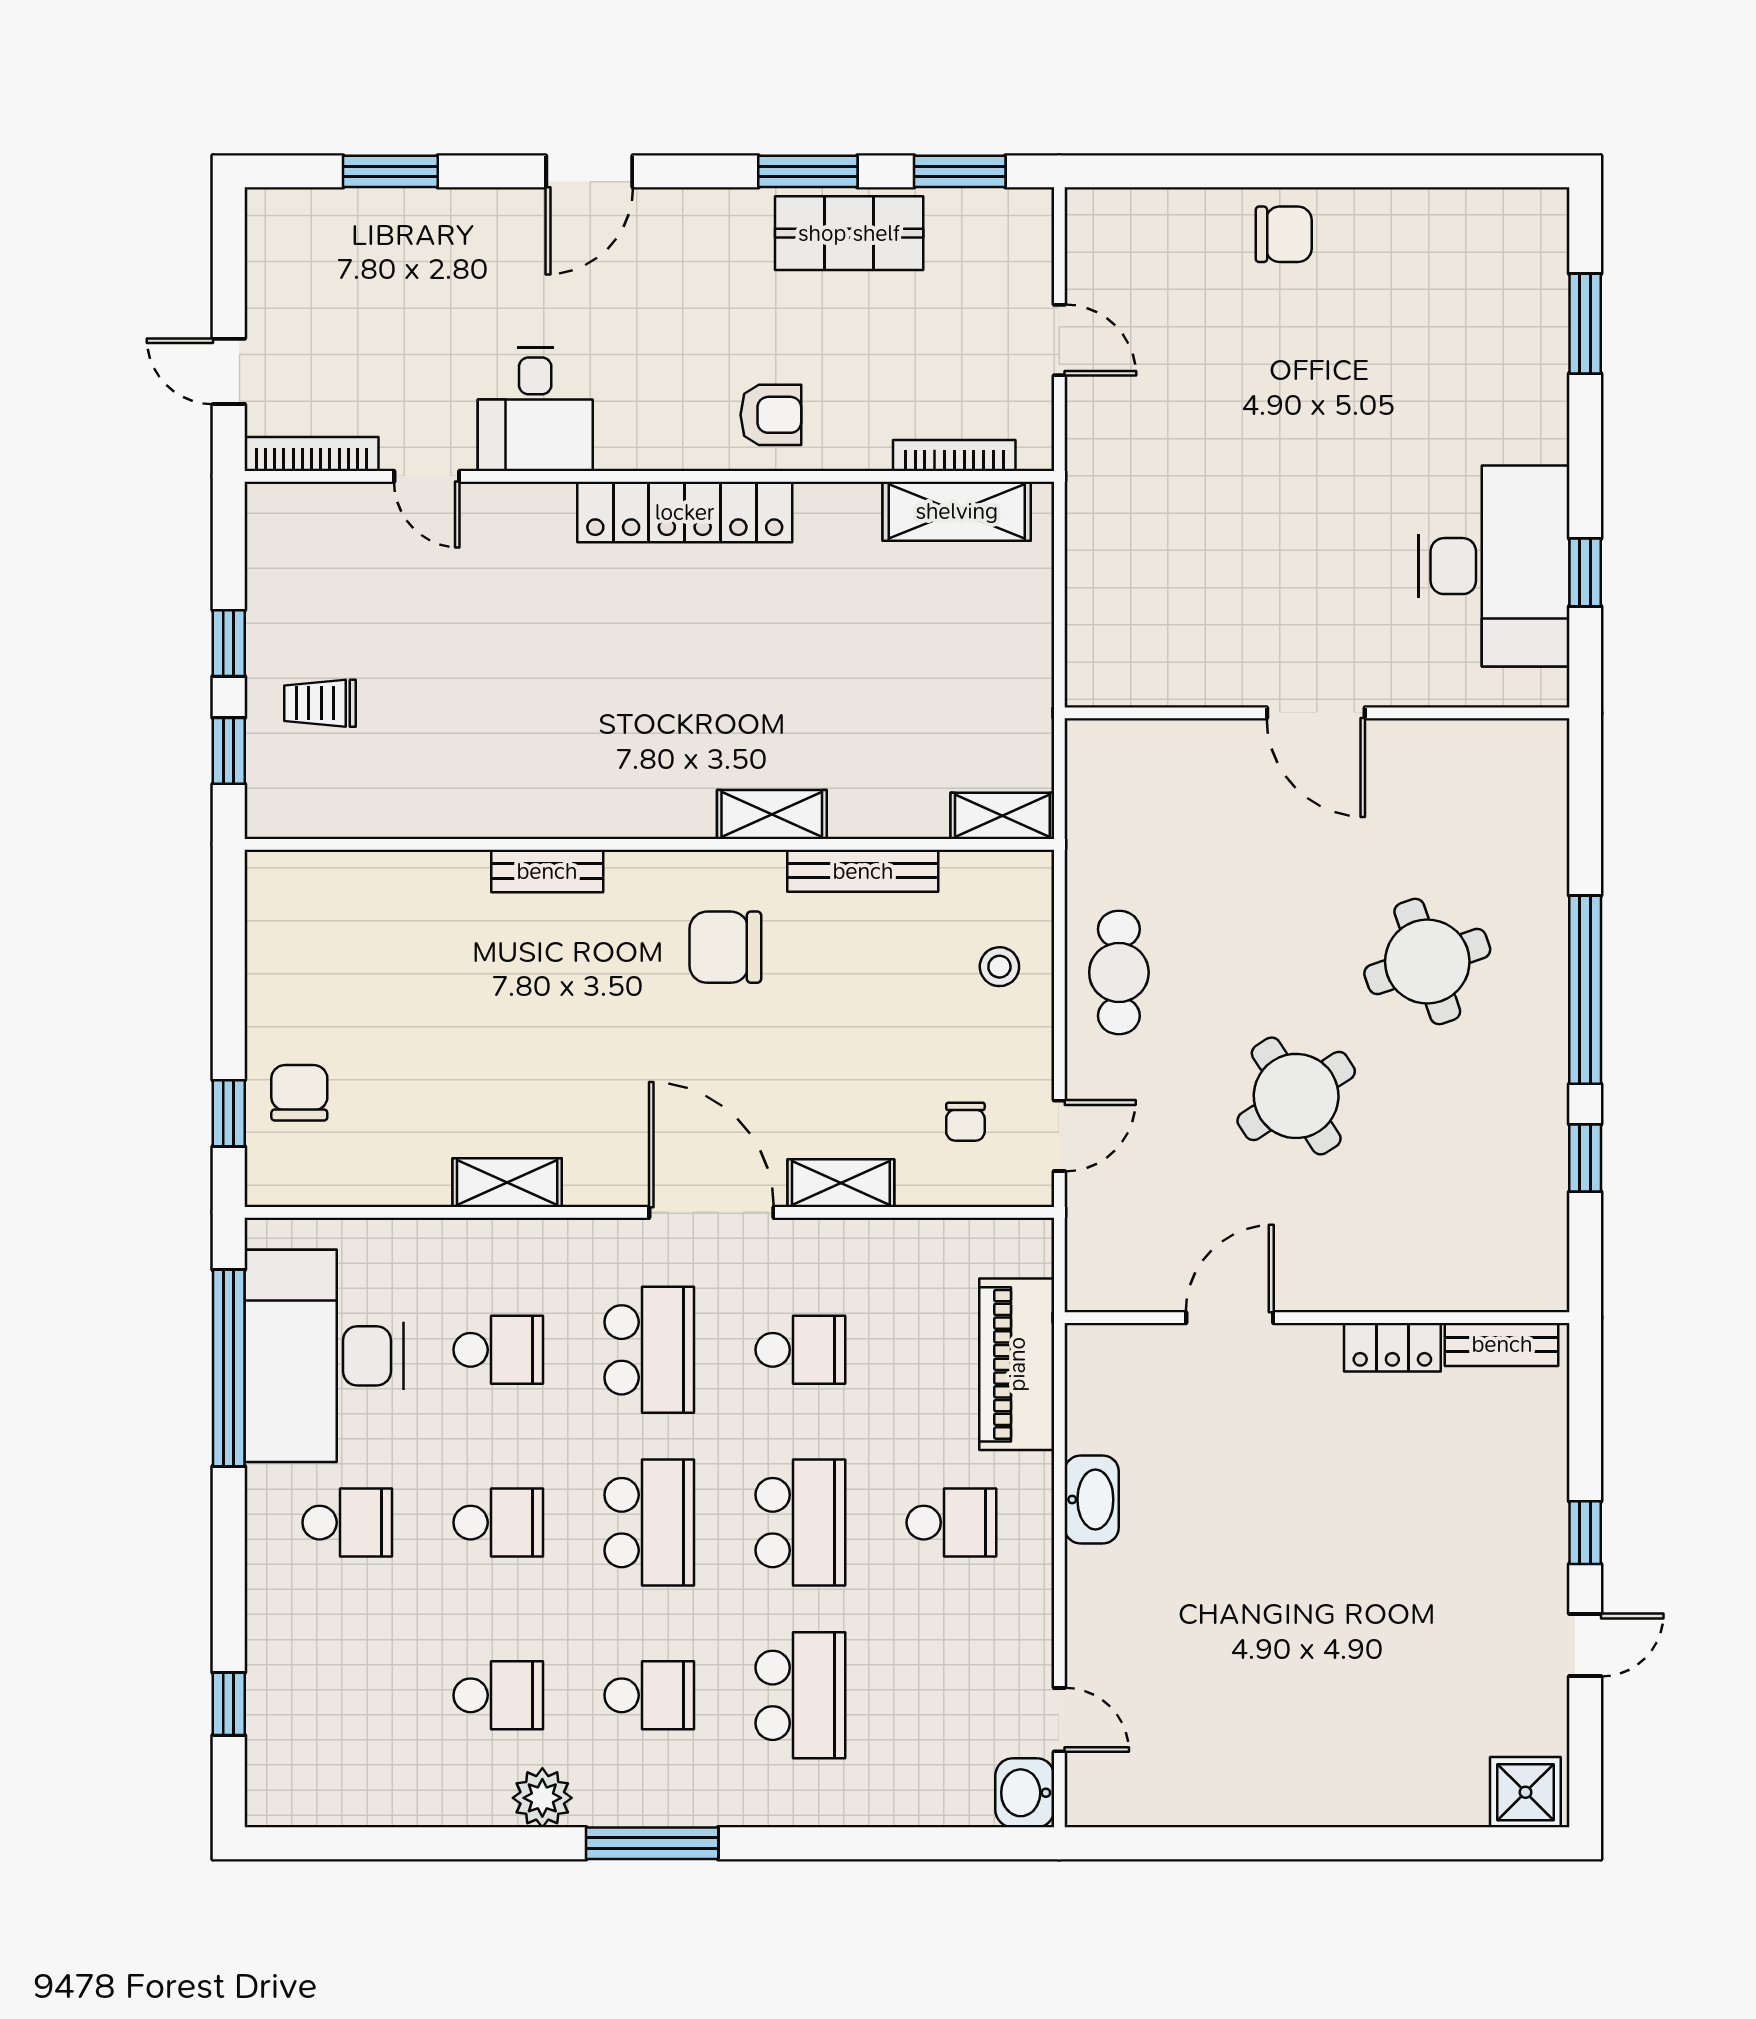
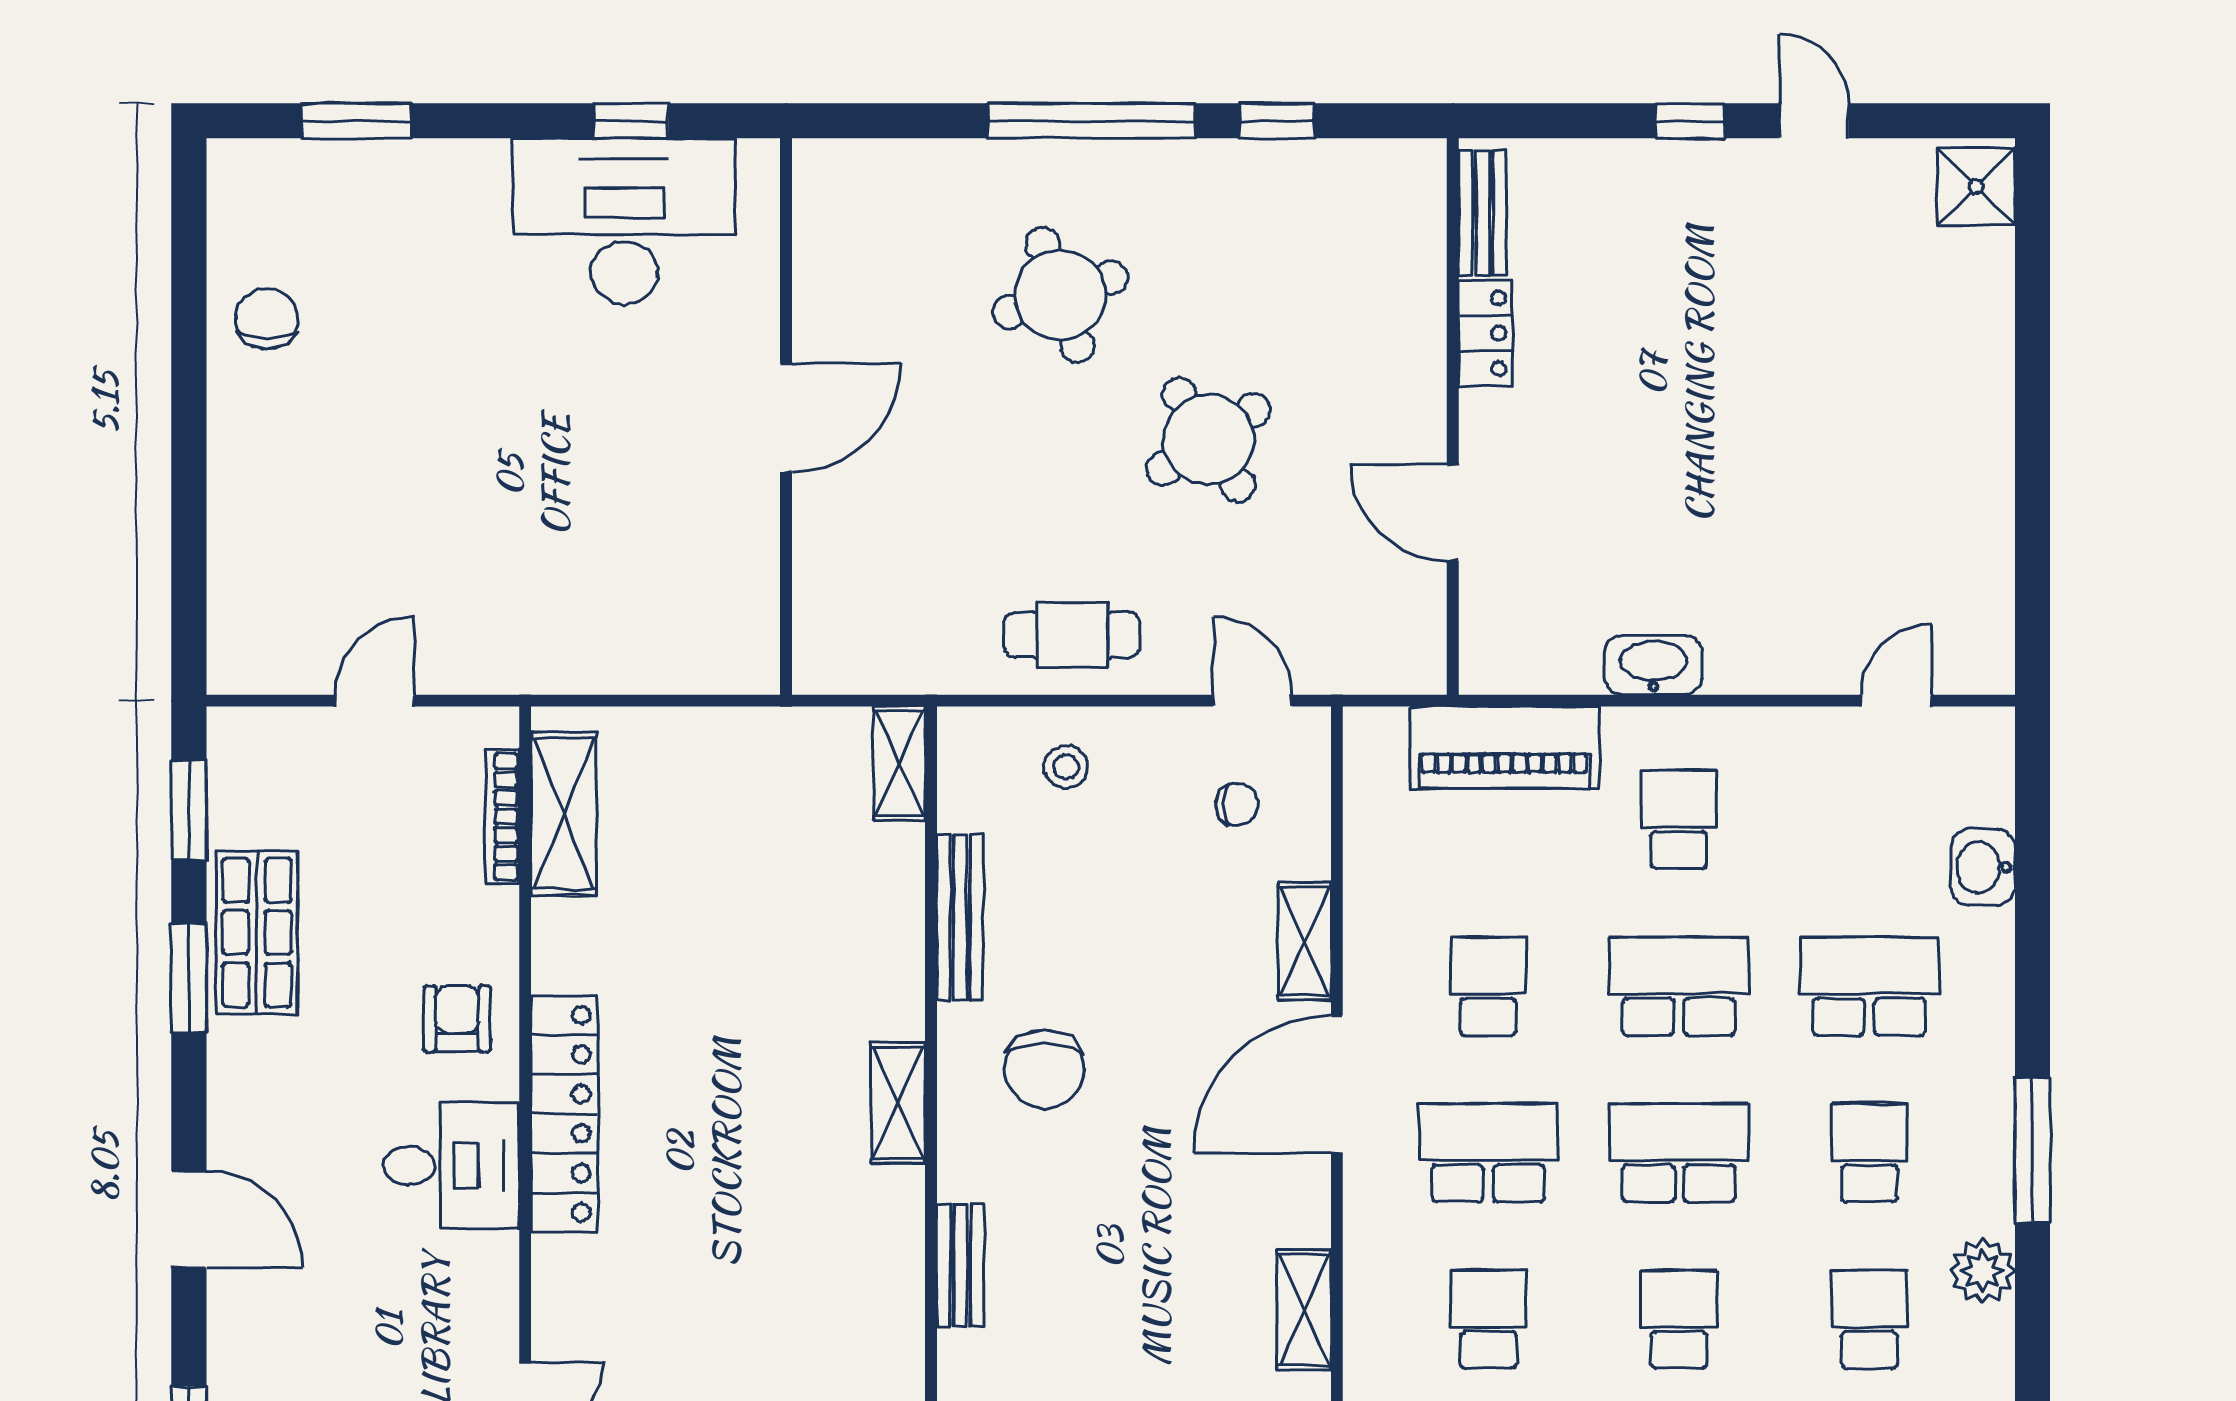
chair: (1284, 234) -> (267, 319), moved
desk: (535, 409) -> (451, 1166), moved
shelving: (772, 815) -> (898, 1103), moved
washbasin: (1025, 1793) -> (1983, 867), moved, turned 90

